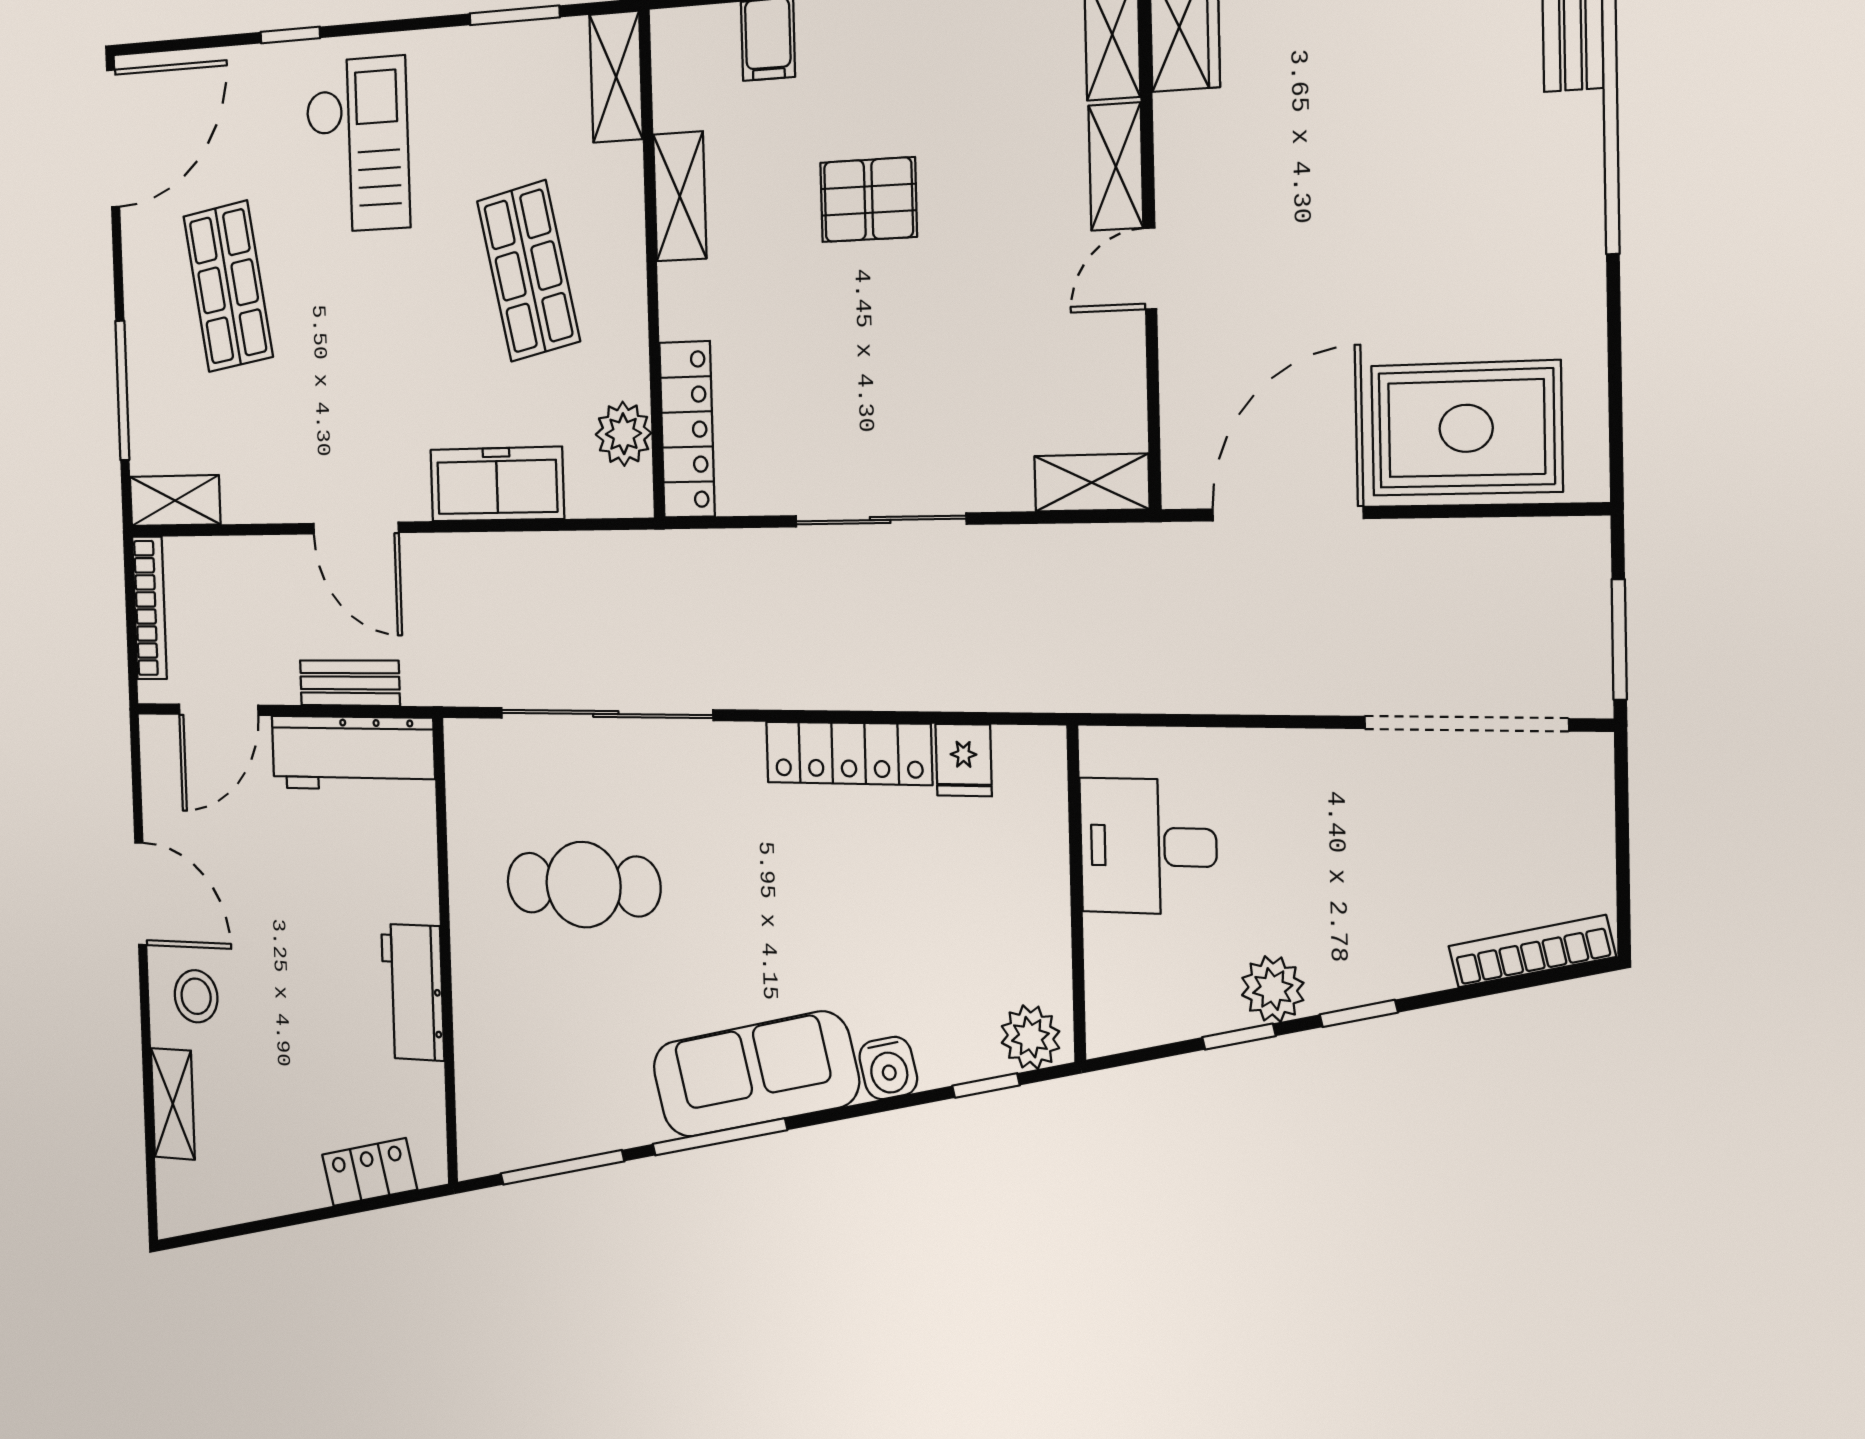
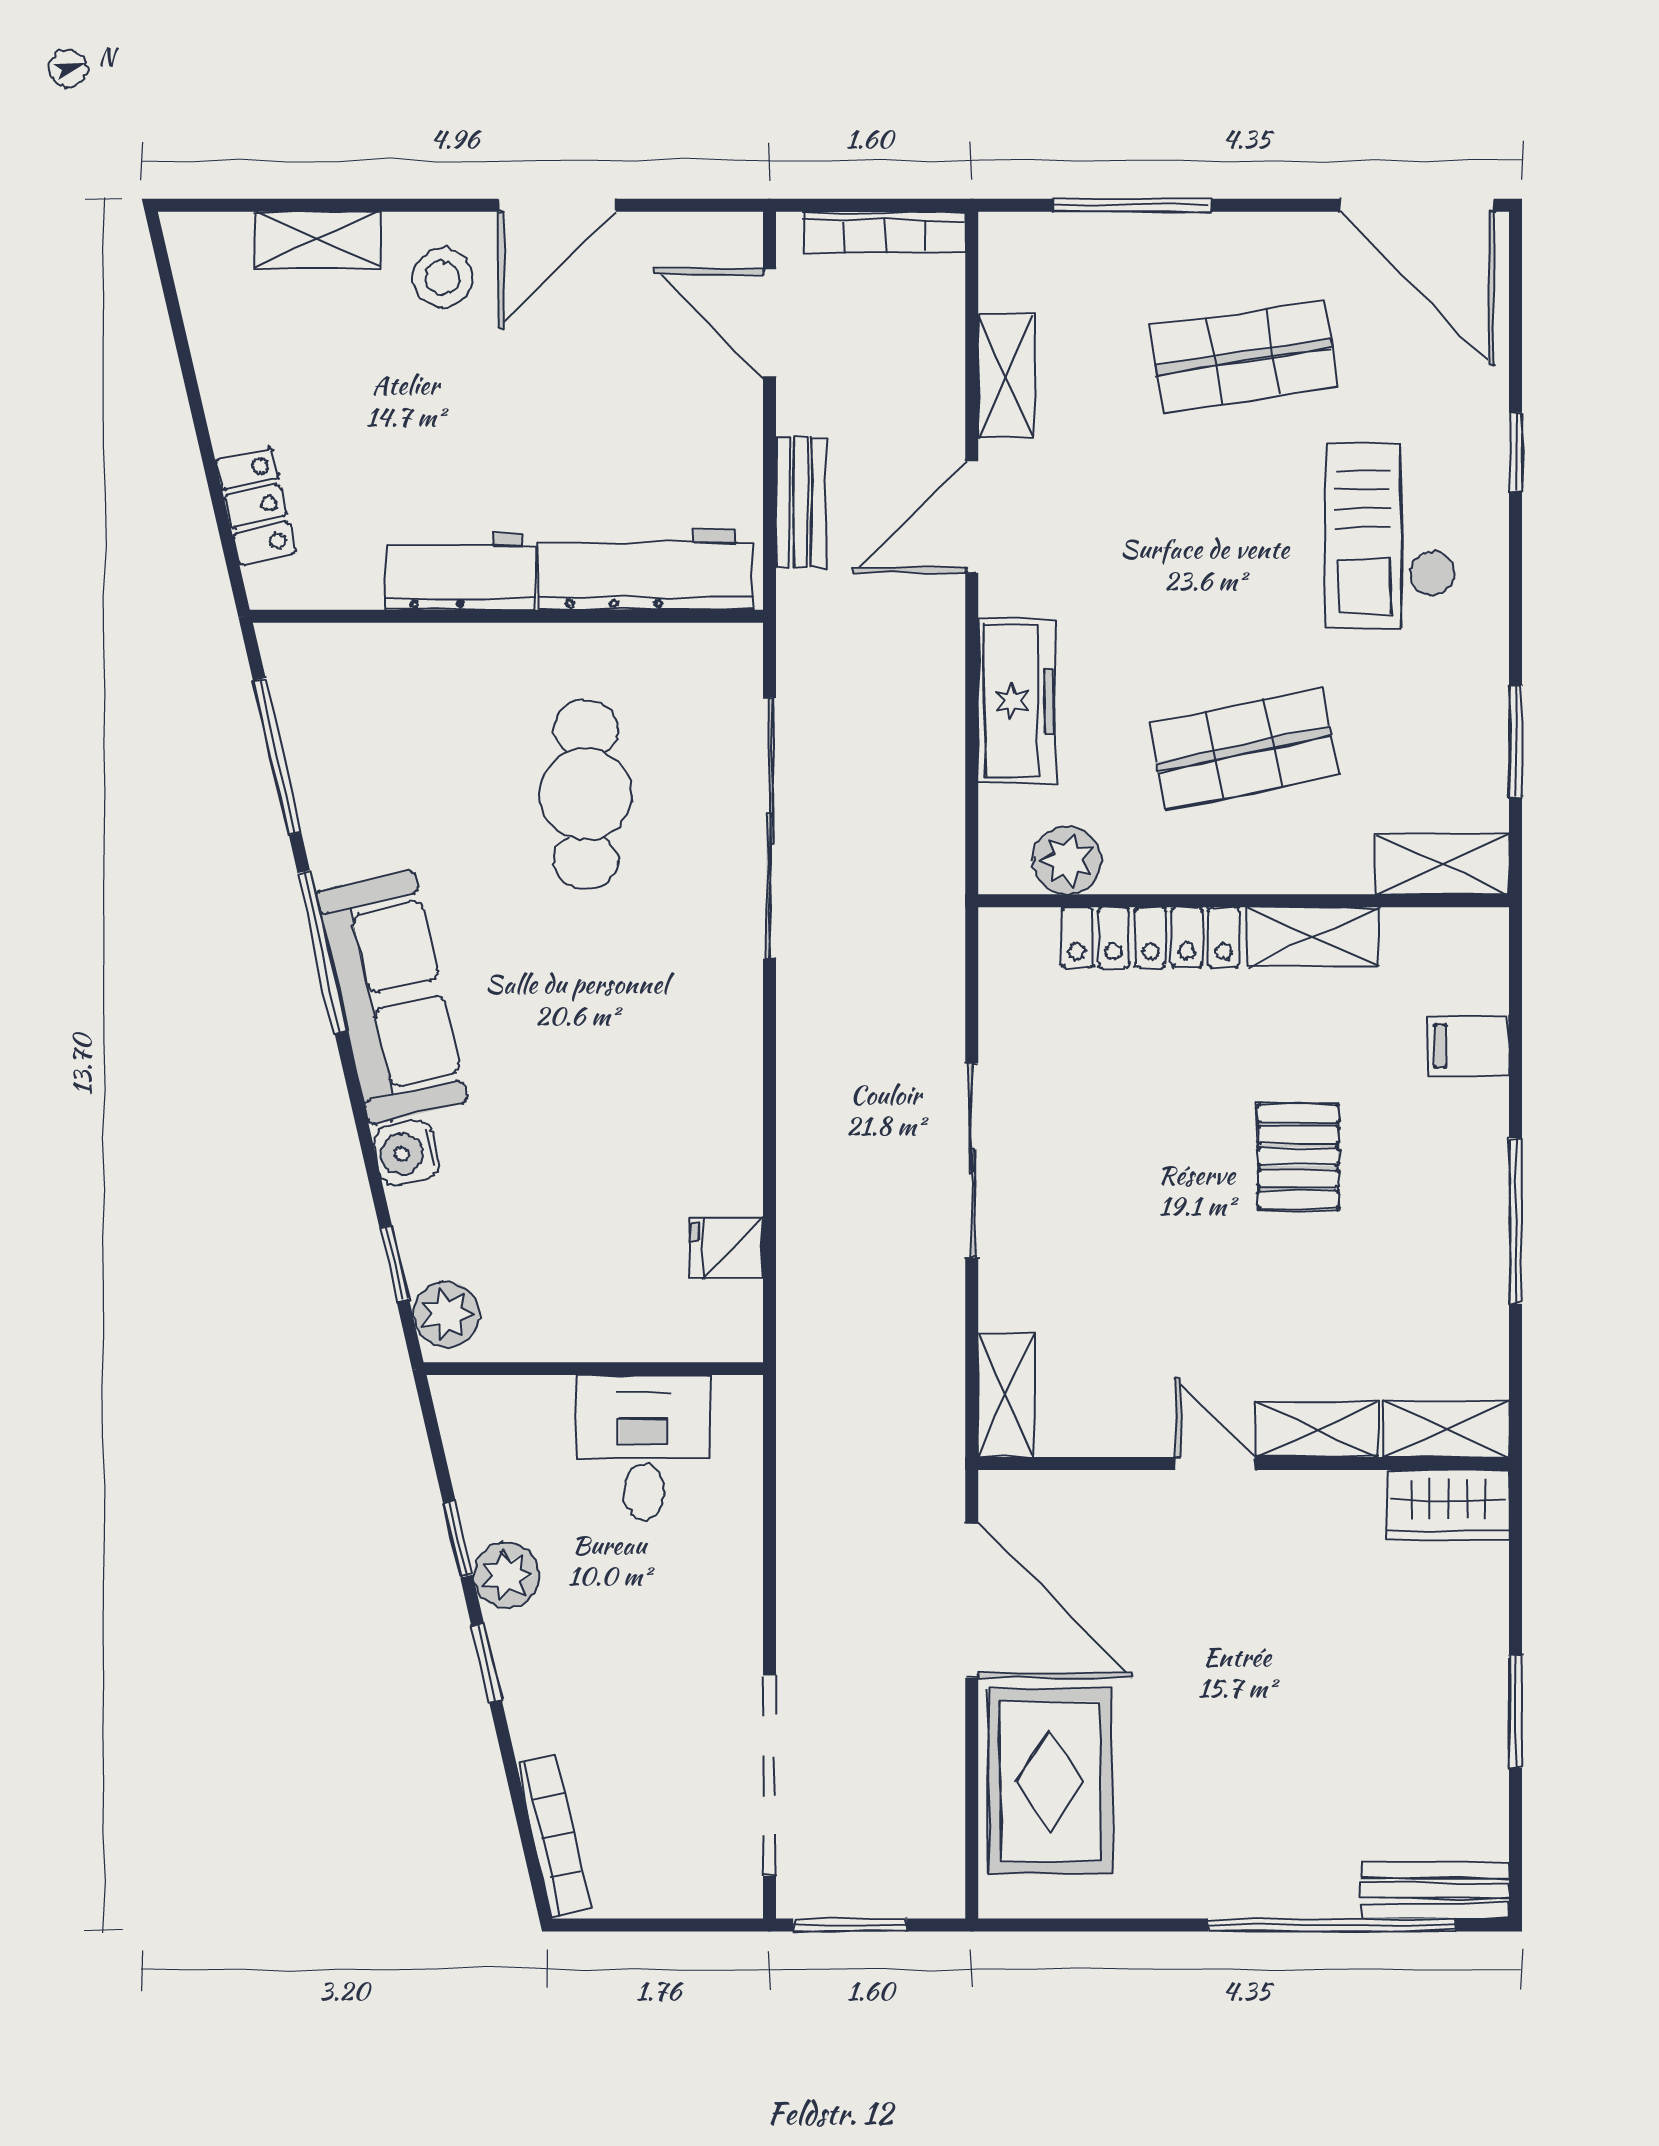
checkout: (358, 145) -> (1390, 536), turned 90
locker: (687, 429) -> (1150, 937), moved
shelving: (175, 501) -> (1006, 376), moved
workbench: (353, 753) -> (646, 570), moved, turned 90
locker: (849, 753) -> (732, 1117), removed

